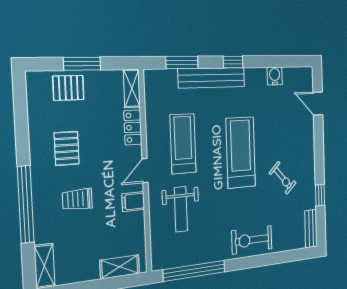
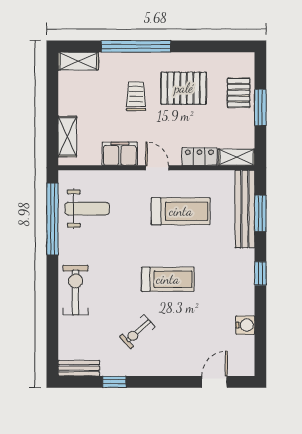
bench: (212, 78) -> (245, 209), moved
pallet: (67, 148) -> (184, 88), width x1.50, depth x1.42
treadmill: (241, 152) -> (168, 279), width x0.73, depth x0.73
filing cabinet: (133, 202) -> (120, 154), width x2.00
weight bench: (181, 209) -> (87, 209), moved, turned 180

